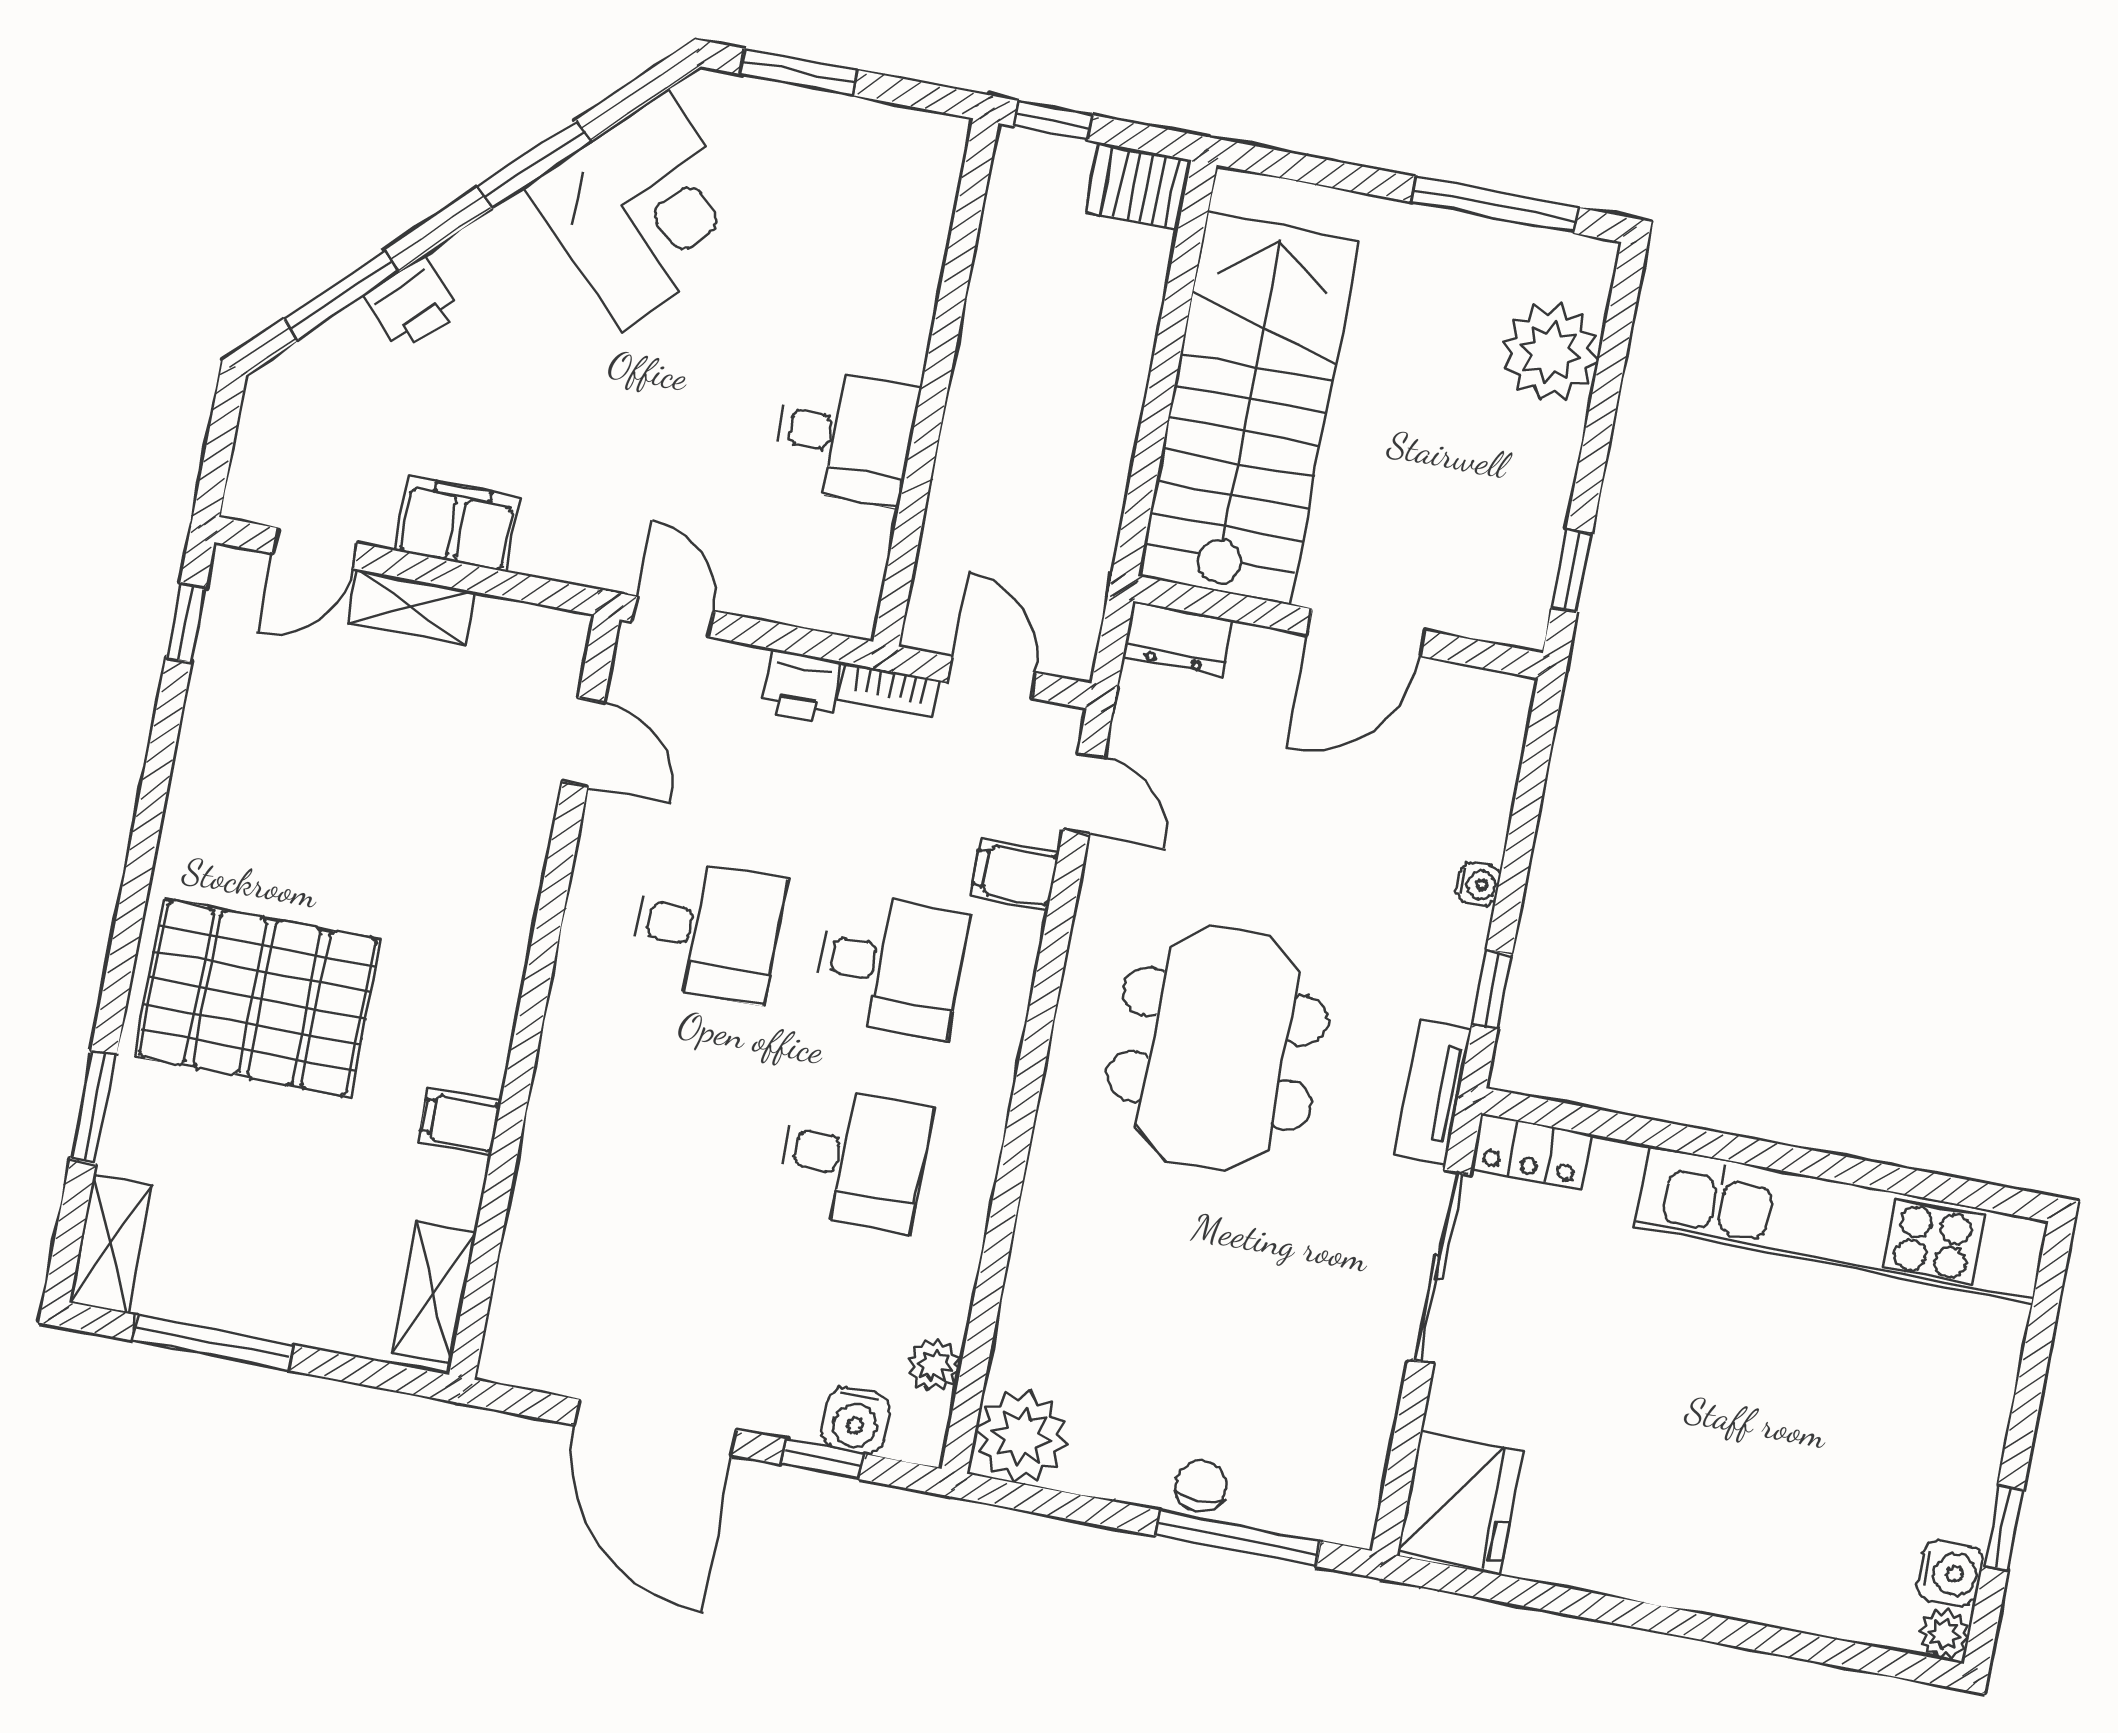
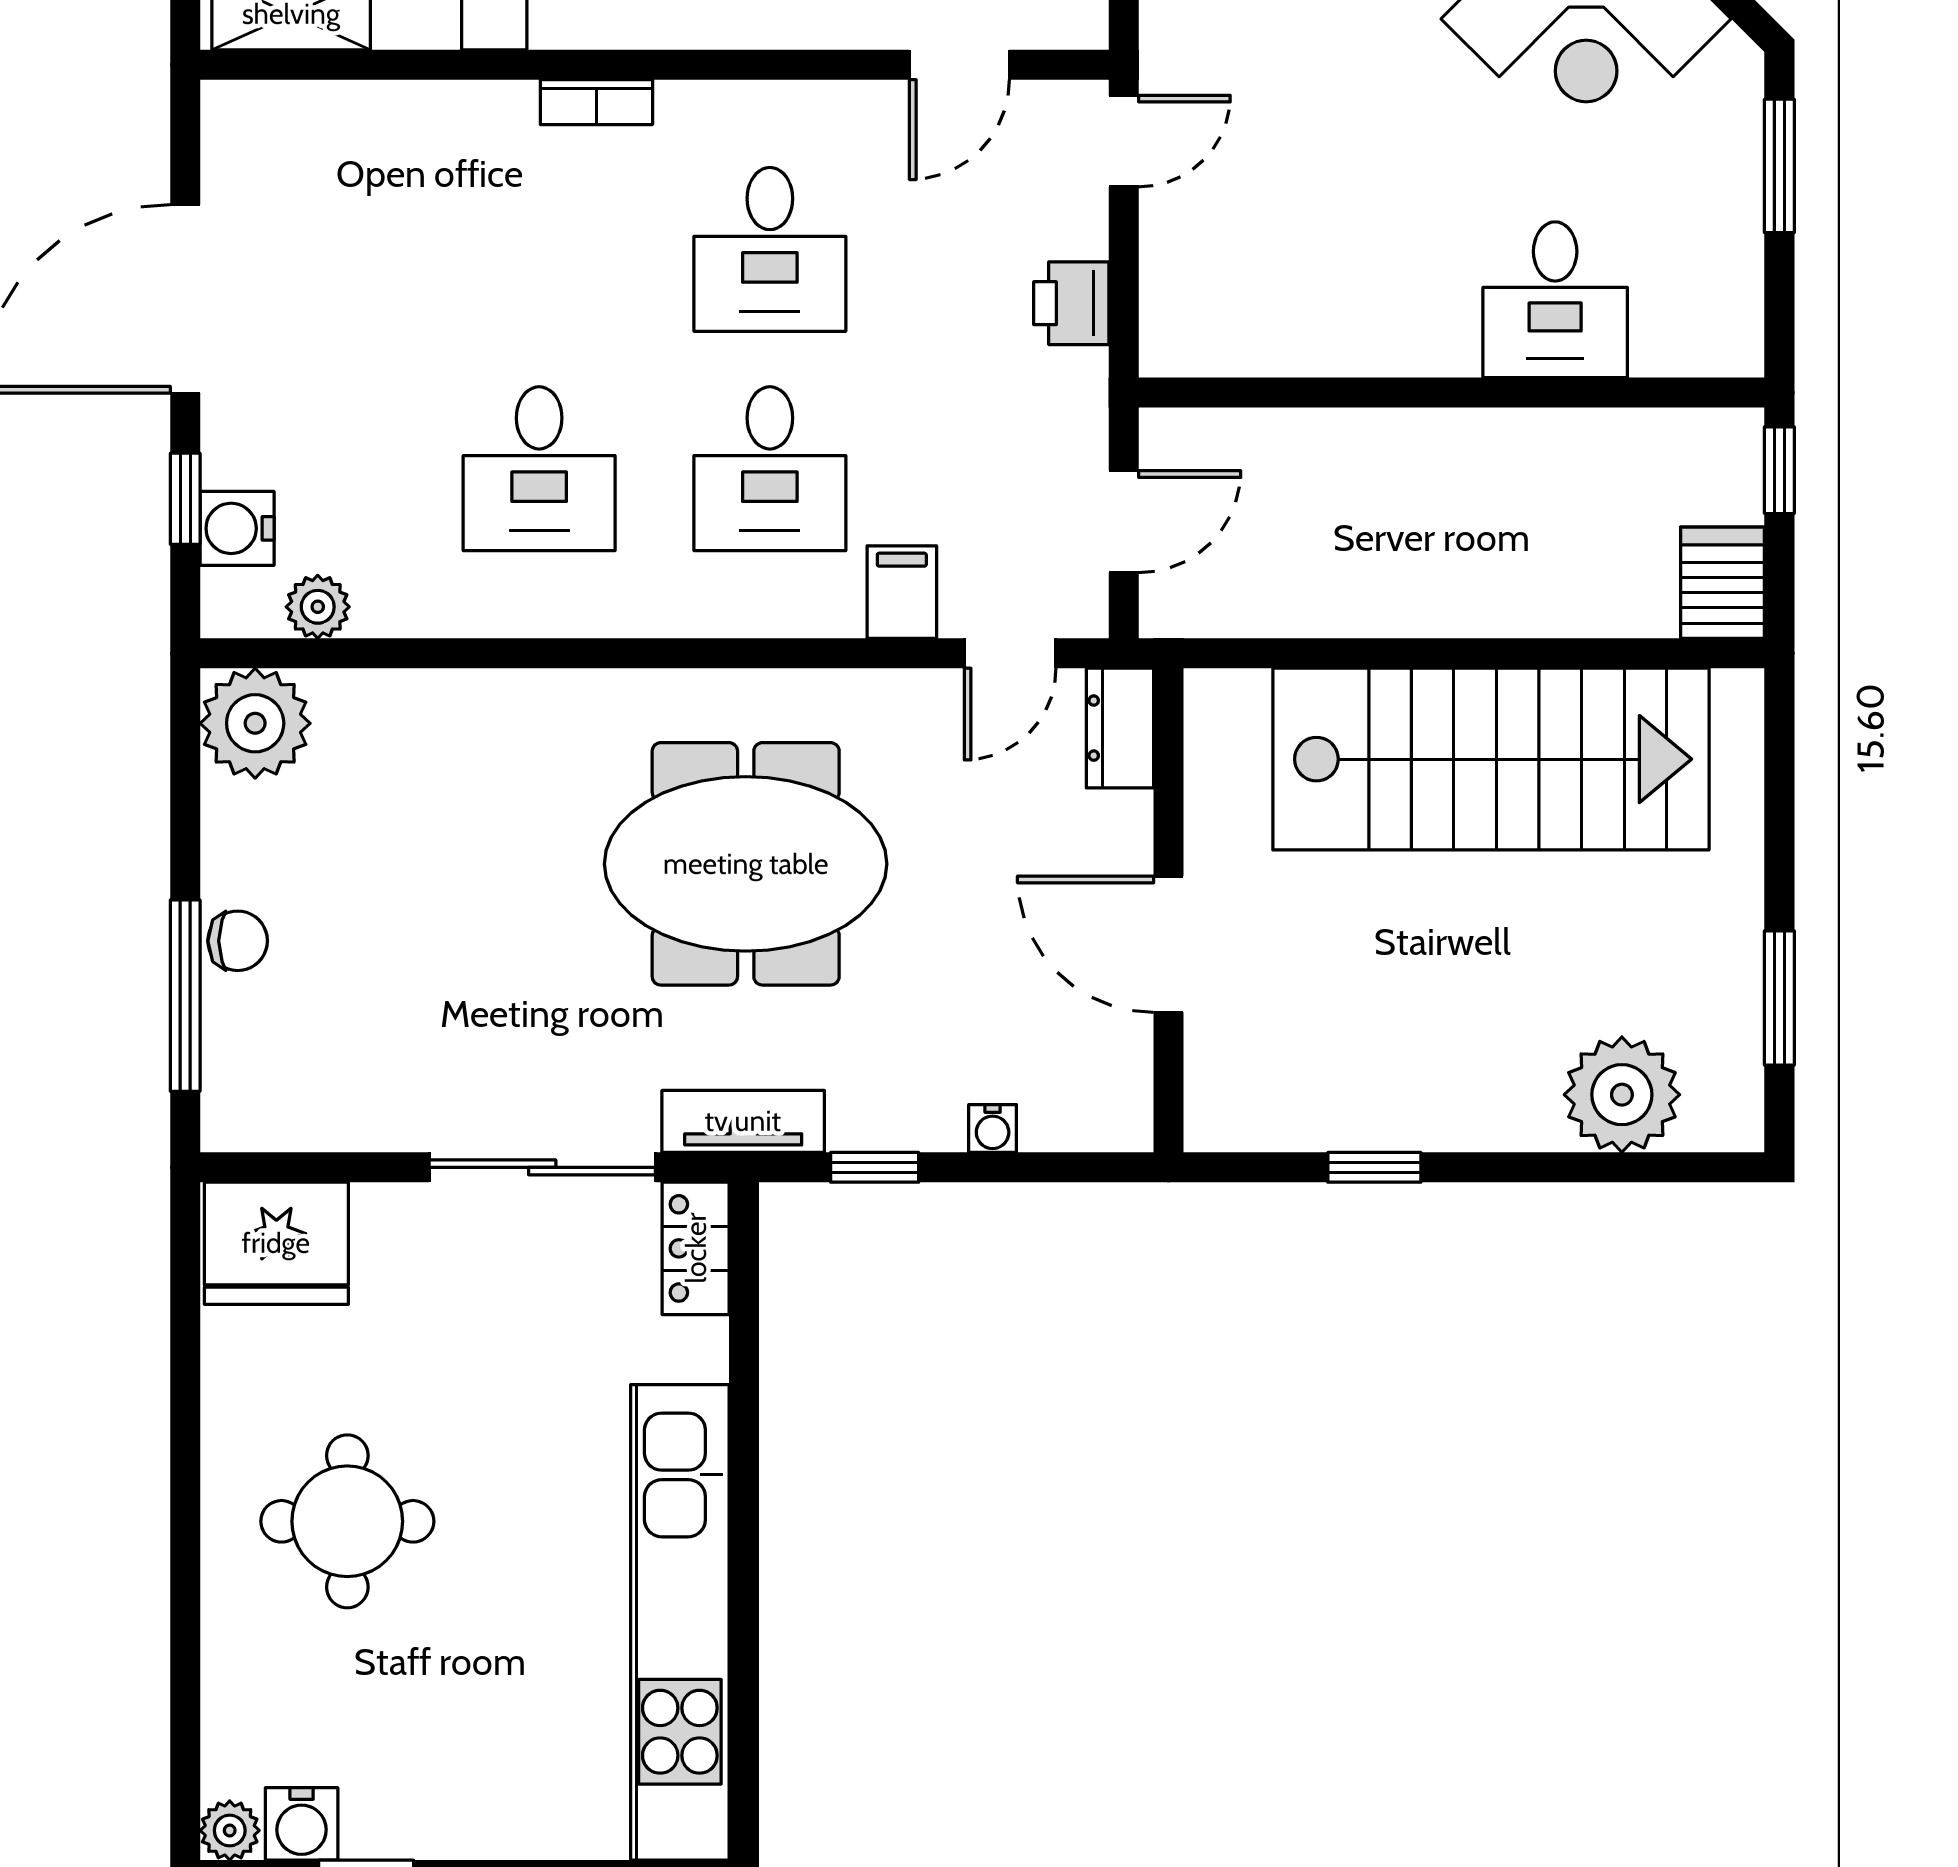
window: (1495, 205) -> (1779, 998), width x0.69
desk: (845, 436) -> (1555, 300), moved
wall: (1338, 627) -> (1169, 910), moved
door: (1366, 633) -> (1169, 944), moved
dresser: (1178, 639) -> (1120, 728), moved
bookcase: (889, 690) -> (596, 102), moved, turned -90
round table: (1704, 1487) -> (347, 1521), added

